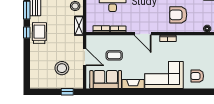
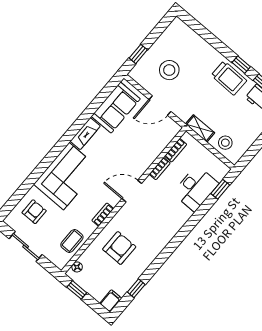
coffee table: (114, 55) -> (72, 241), moved

